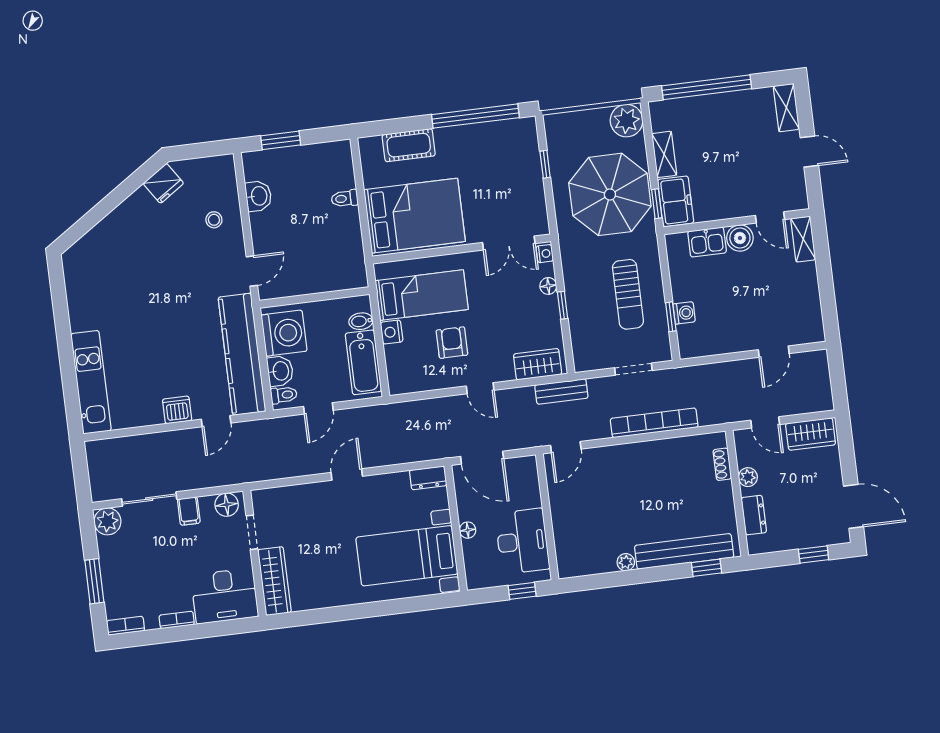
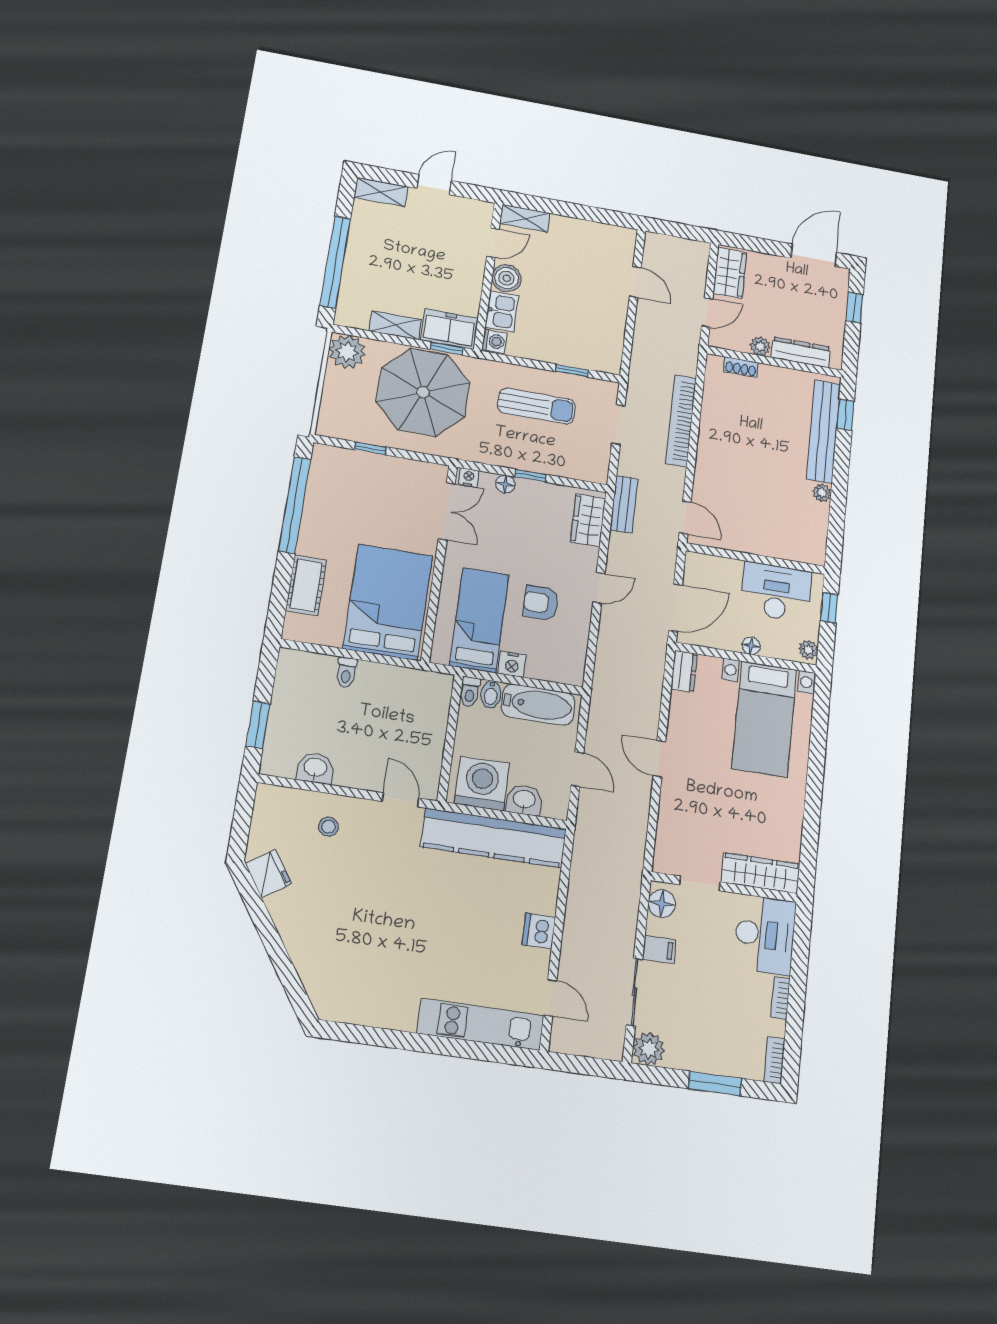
washing machine: (684, 313) -> (494, 341), moved, turned 90
toilet: (284, 395) -> (470, 692), moved, turned 180
door: (216, 421) -> (550, 998), moved
dresser: (754, 515) -> (801, 352), width x1.44
plant: (479, 580) -> (808, 650), added

